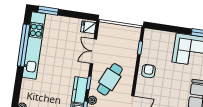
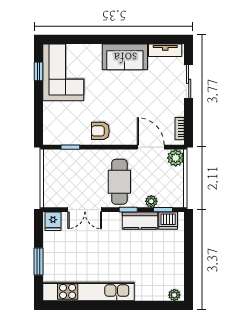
window: (48, 11) -> (38, 261), moved
window: (24, 45) -> (90, 305), removed
cafe table: (110, 79) -> (119, 182), turned 66

